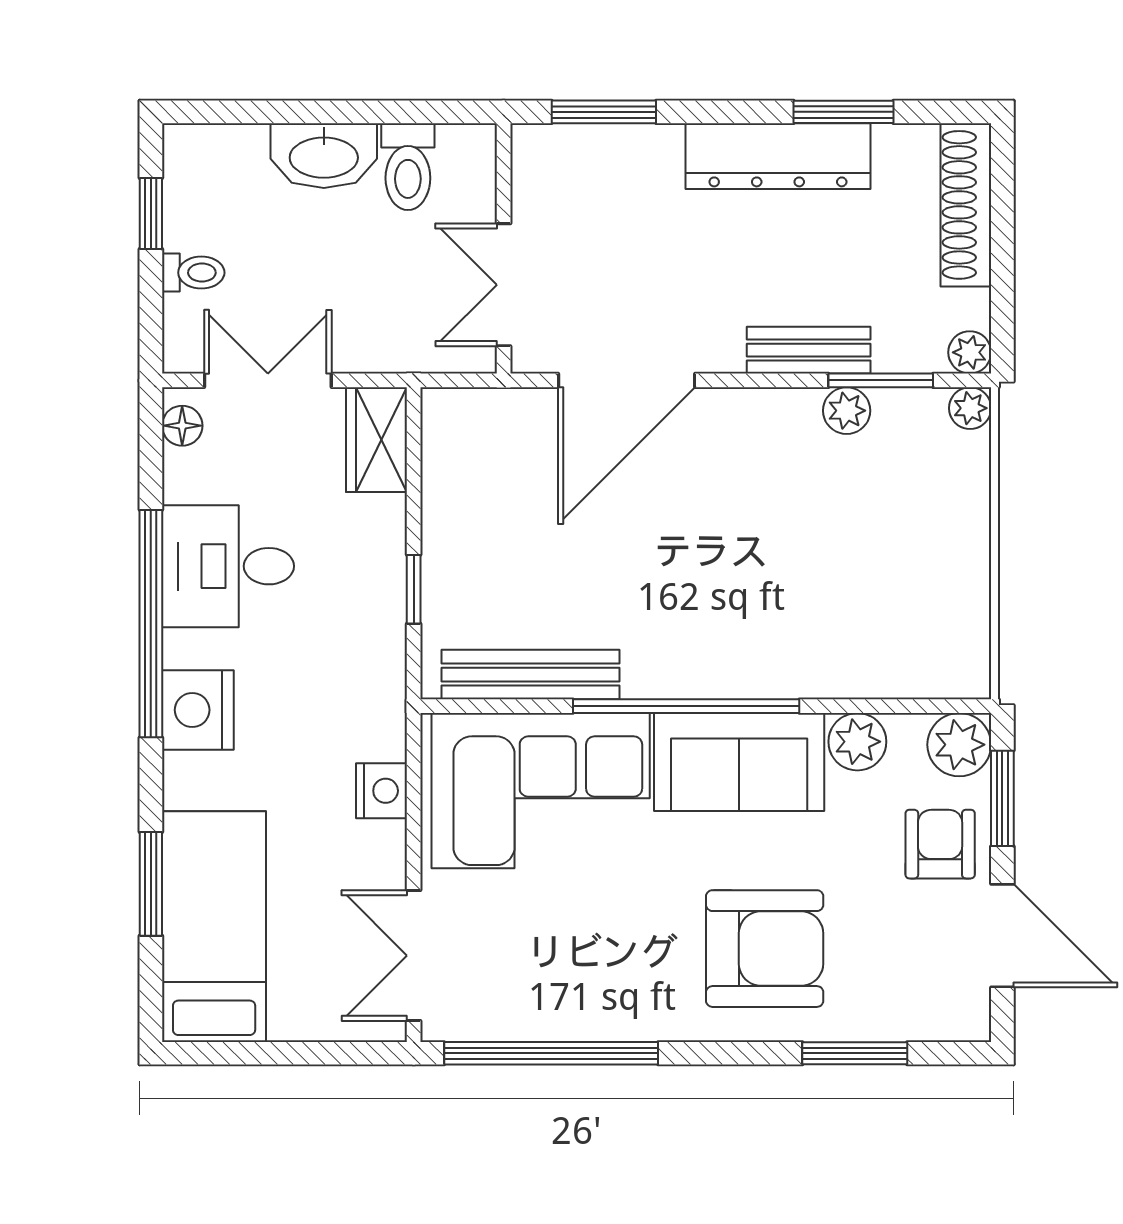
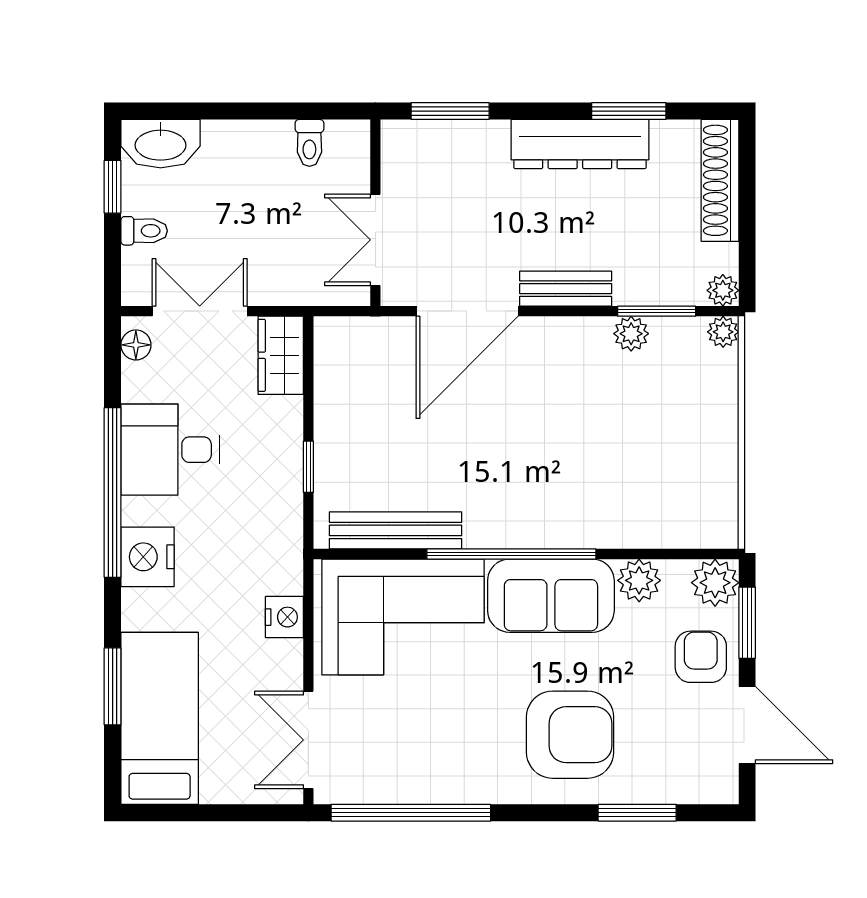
washbasin: (324, 156) -> (161, 144), moved
toilet: (408, 167) -> (309, 143), width x0.73, depth x0.72
bench: (809, 350) -> (566, 289), moved

